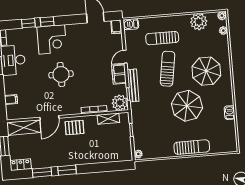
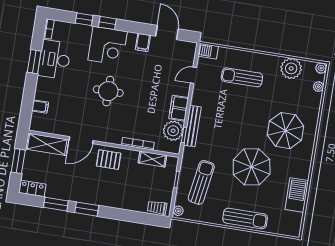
filing cabinet: (116, 27) -> (143, 42), moved
door: (125, 57) -> (193, 75), moved
sun lounger: (168, 69) -> (201, 182), moved
plant: (120, 103) -> (173, 131), moved
barbecue: (230, 113) -> (297, 195), width x1.88, depth x1.53
trolley: (121, 156) -> (157, 208), added

